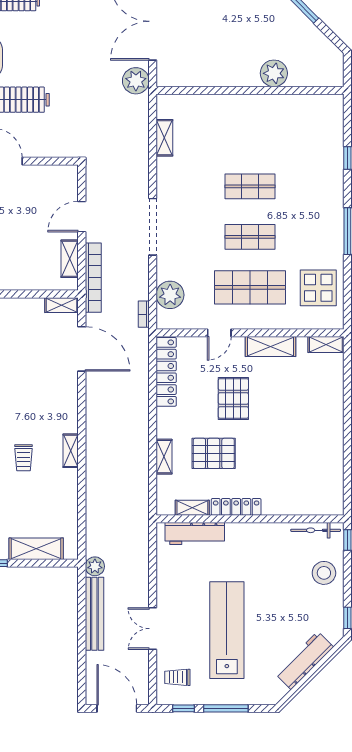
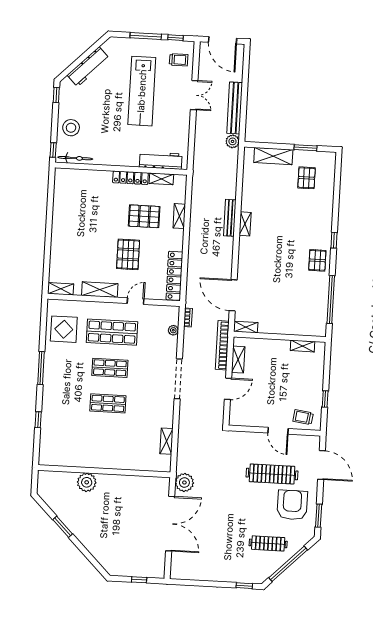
plant: (170, 295) -> (173, 330), width x0.53, depth x0.53
trolley: (23, 458) -> (279, 221), removed
bench: (93, 458) -> (230, 218), added

